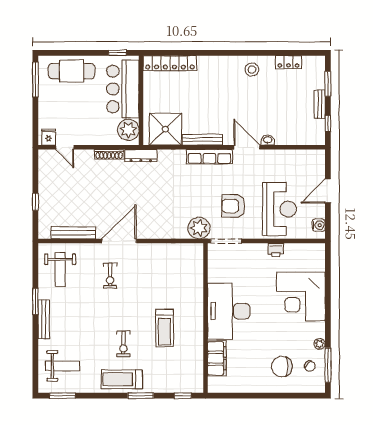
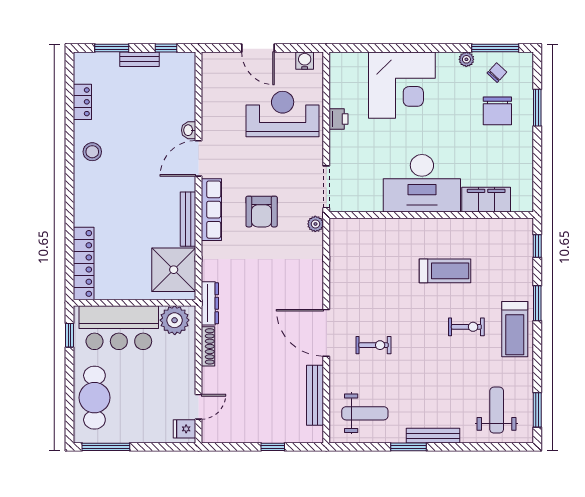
armchair: (233, 206) -> (262, 212), moved
plant: (199, 228) -> (315, 224), width x0.53, depth x0.53
window: (284, 396) -> (537, 108), added

